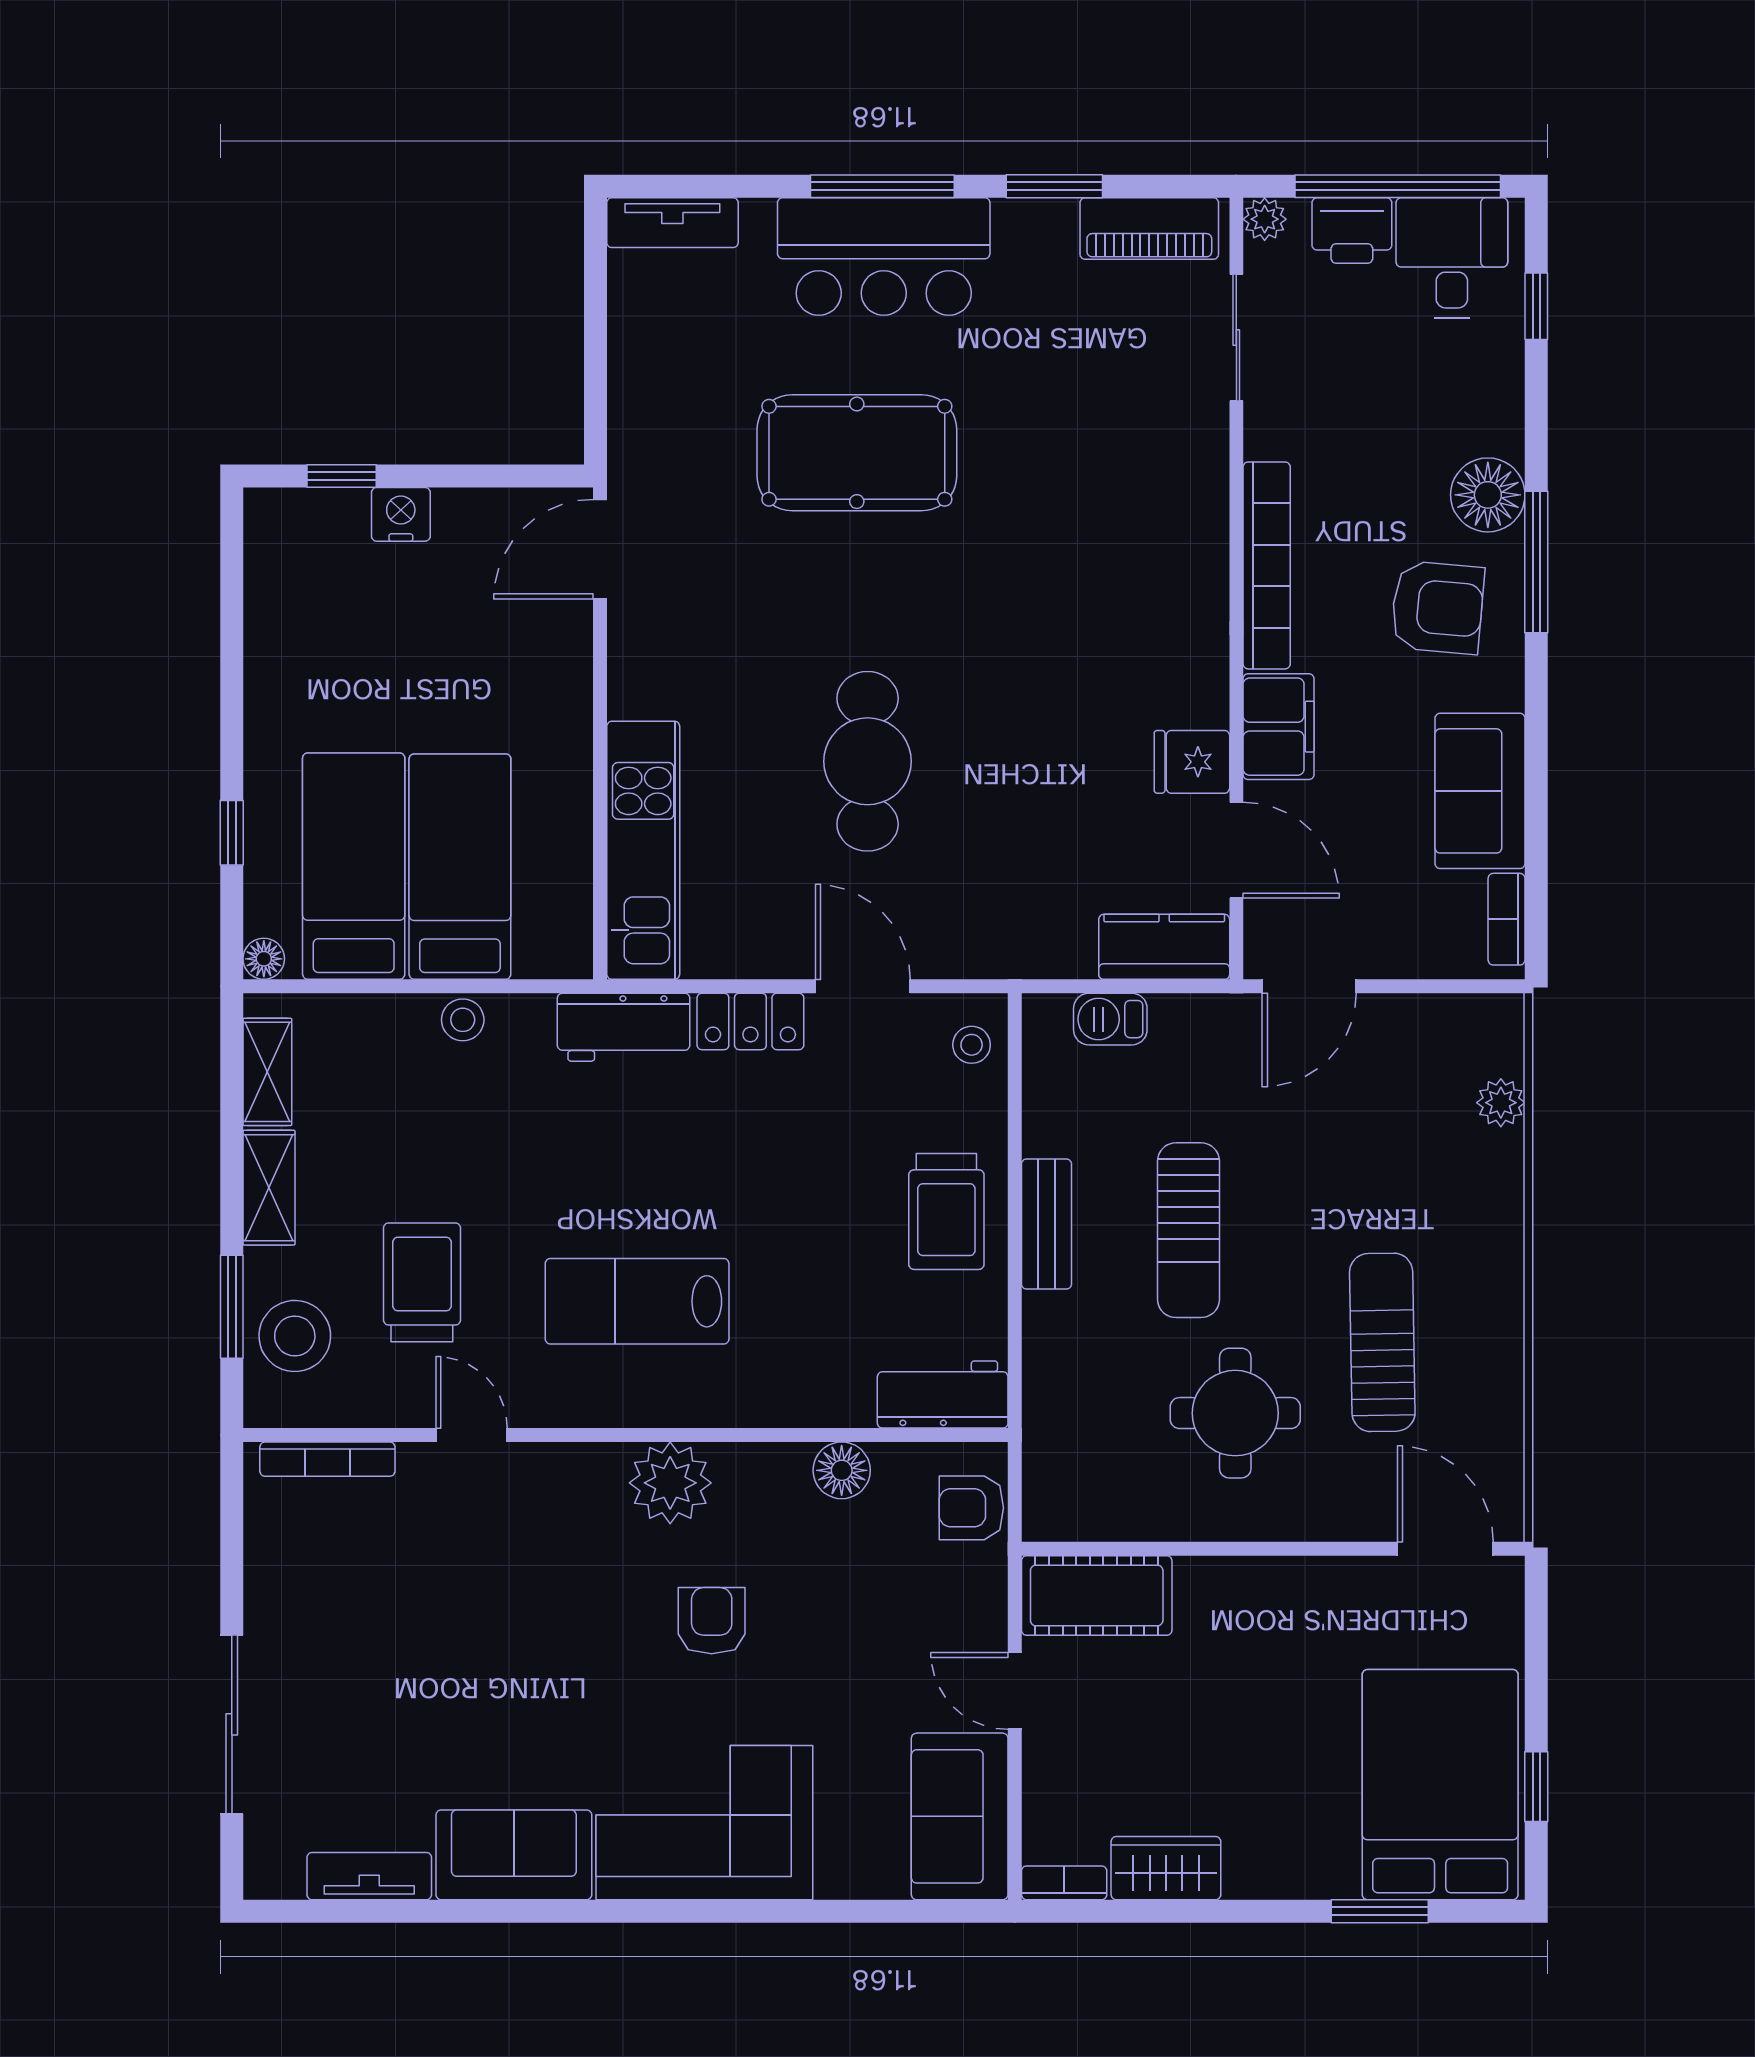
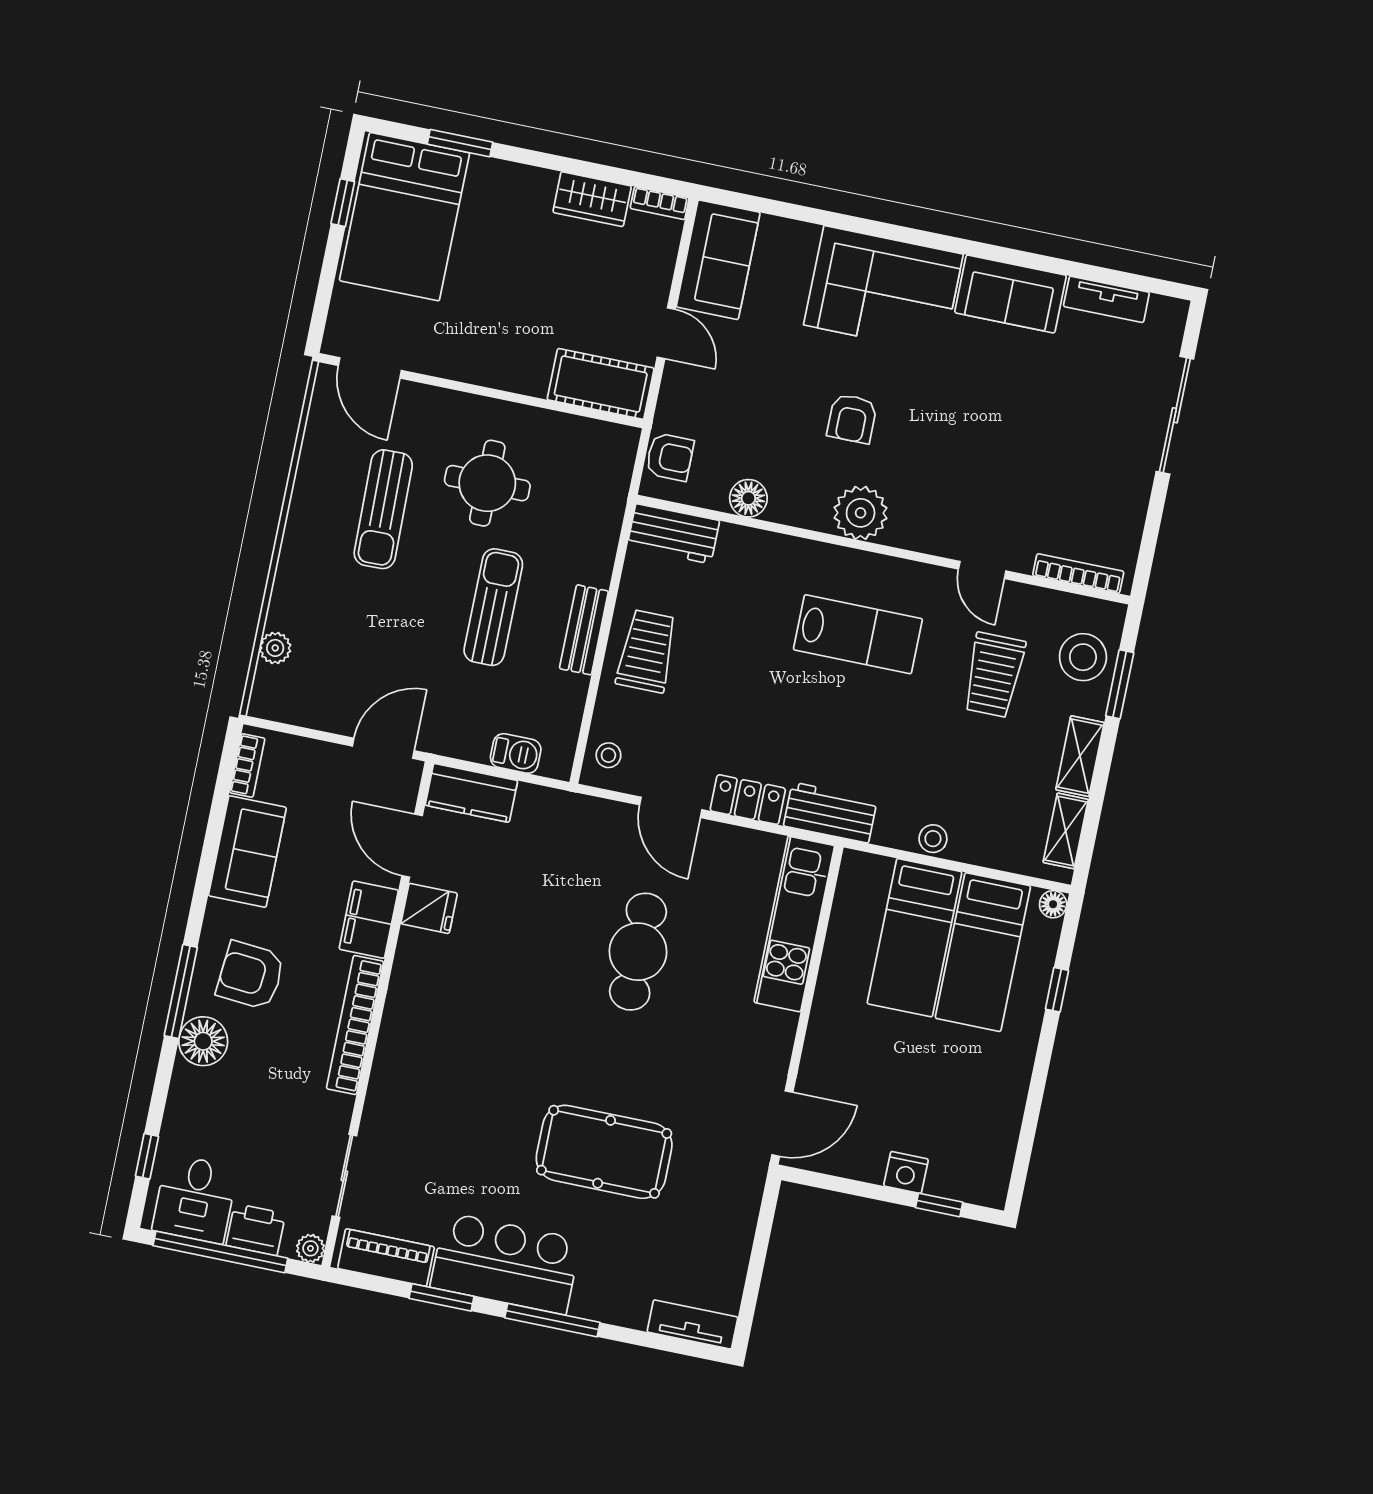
bar counter: (884, 257) -> (506, 1263), moved

